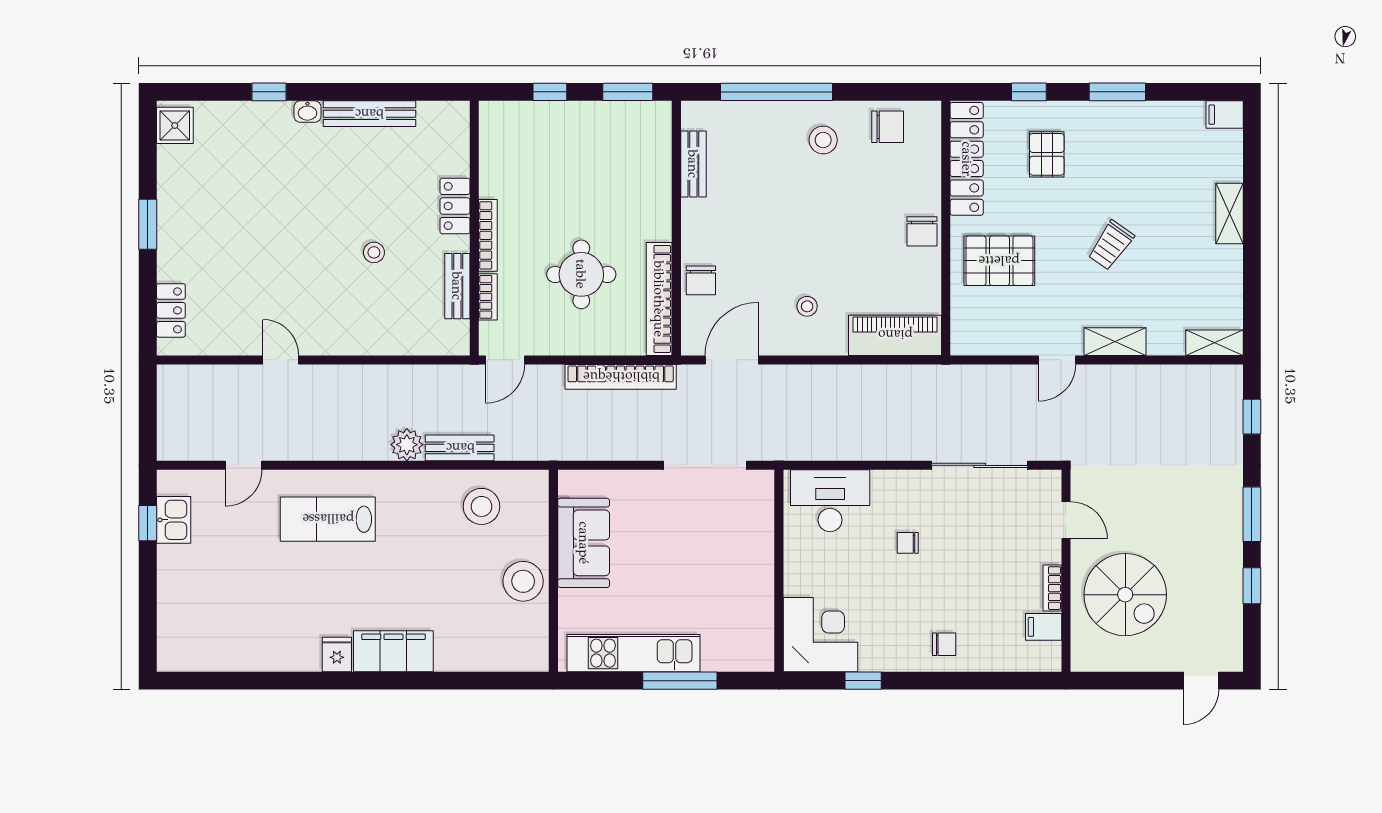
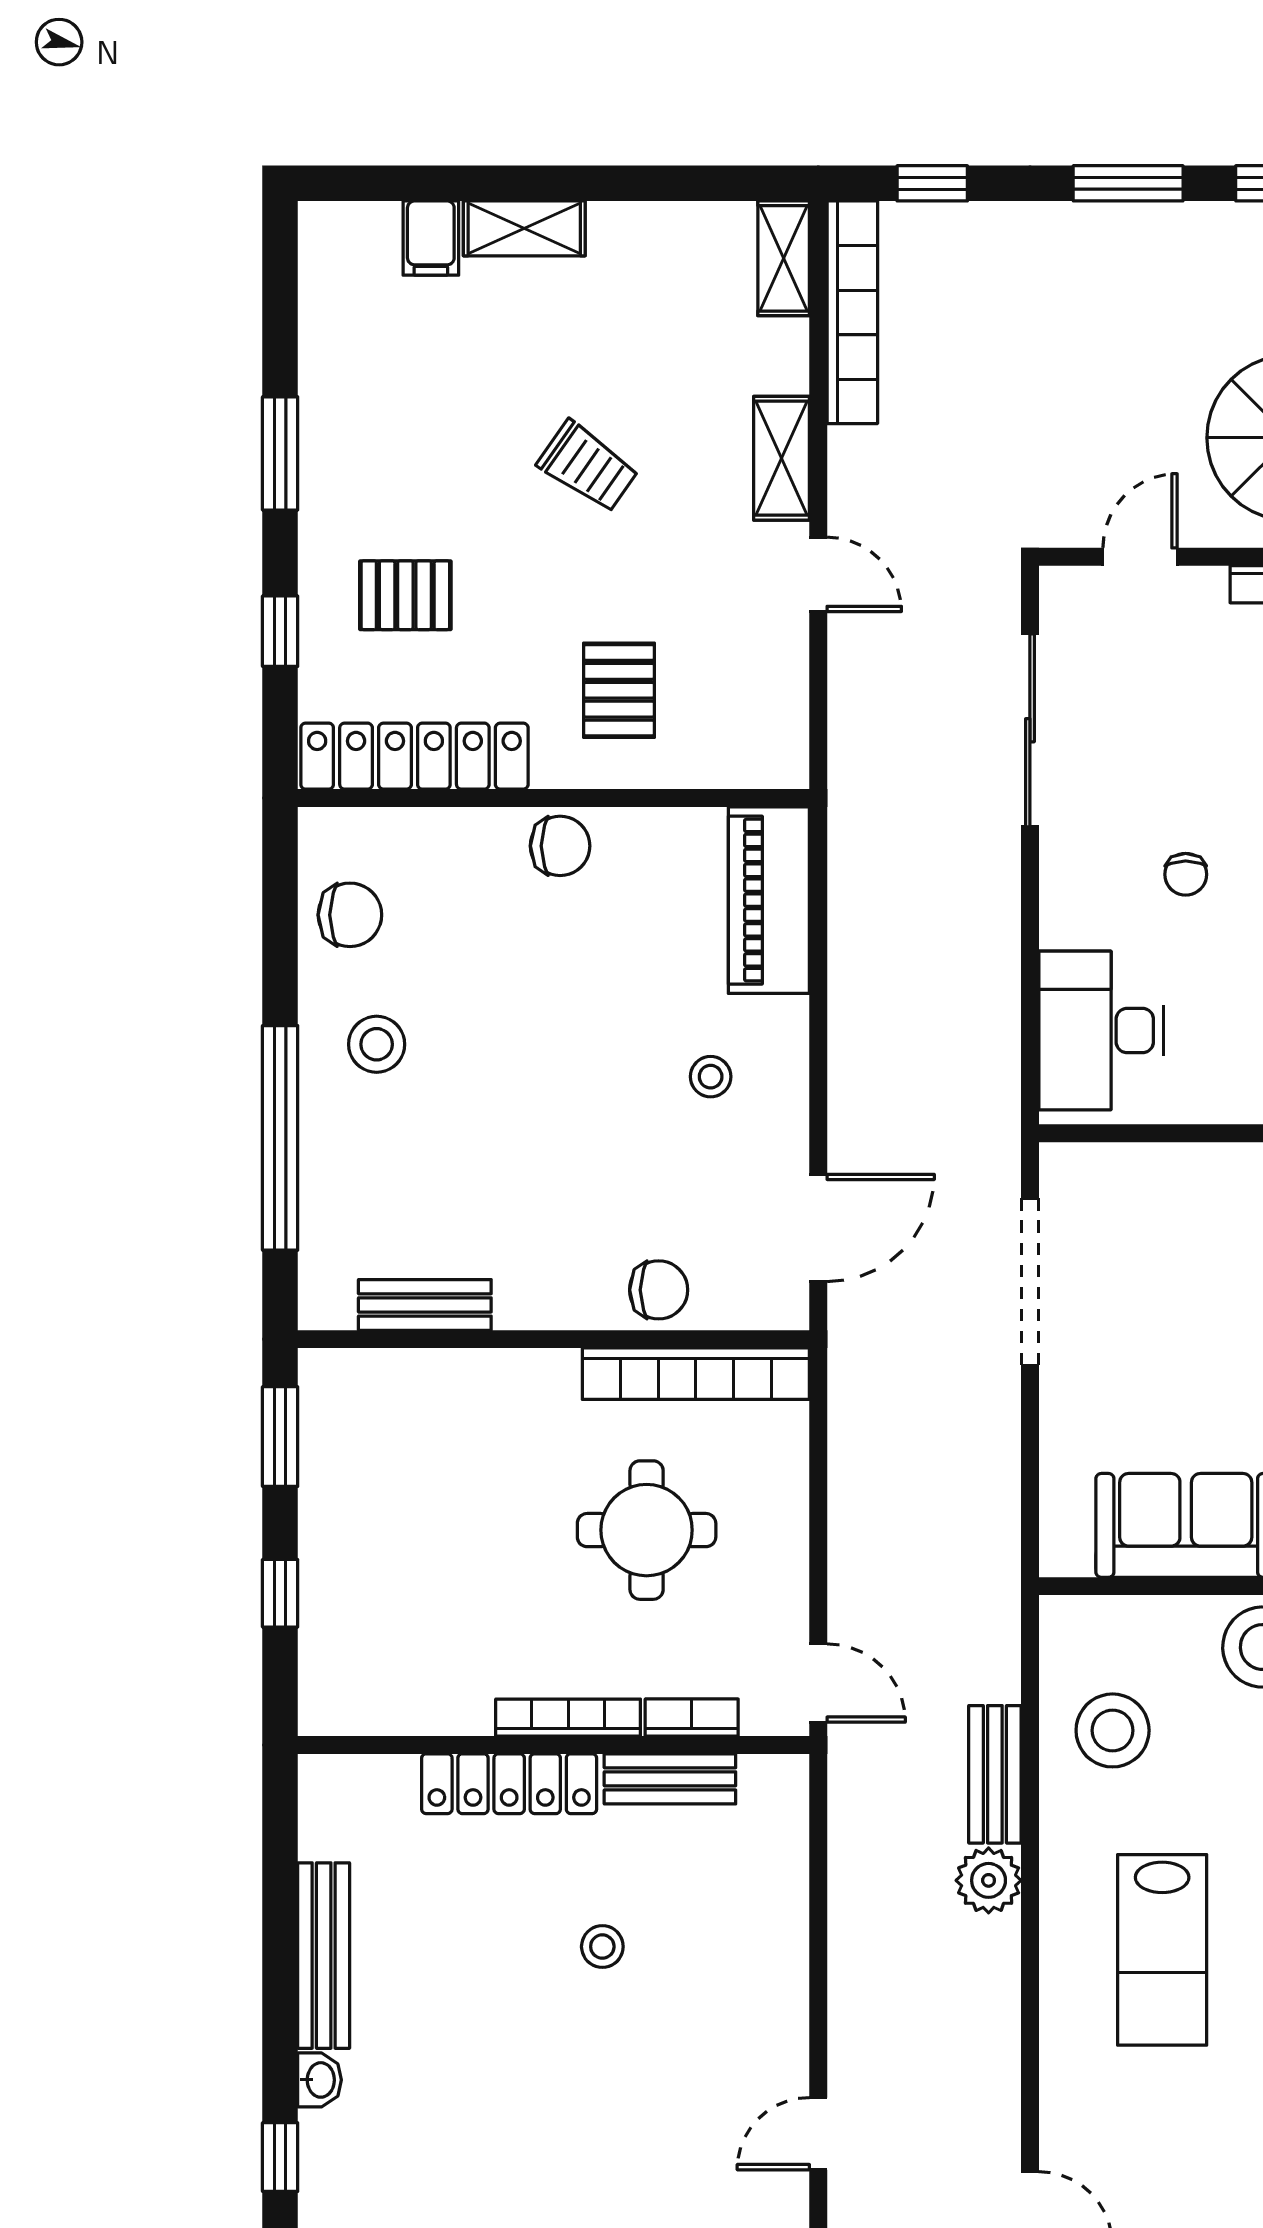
filing cabinet: (1225, 115) -> (431, 238), moved
chair: (888, 127) -> (350, 915), turned 90
locker: (455, 206) -> (509, 1784), width x1.53
pallet: (999, 261) -> (619, 690), width x0.67, depth x0.71
door: (732, 360) -> (818, 1228), swing flipped
bookcase: (621, 377) -> (852, 312), moved
lab bench: (328, 519) -> (1162, 1950), moved

